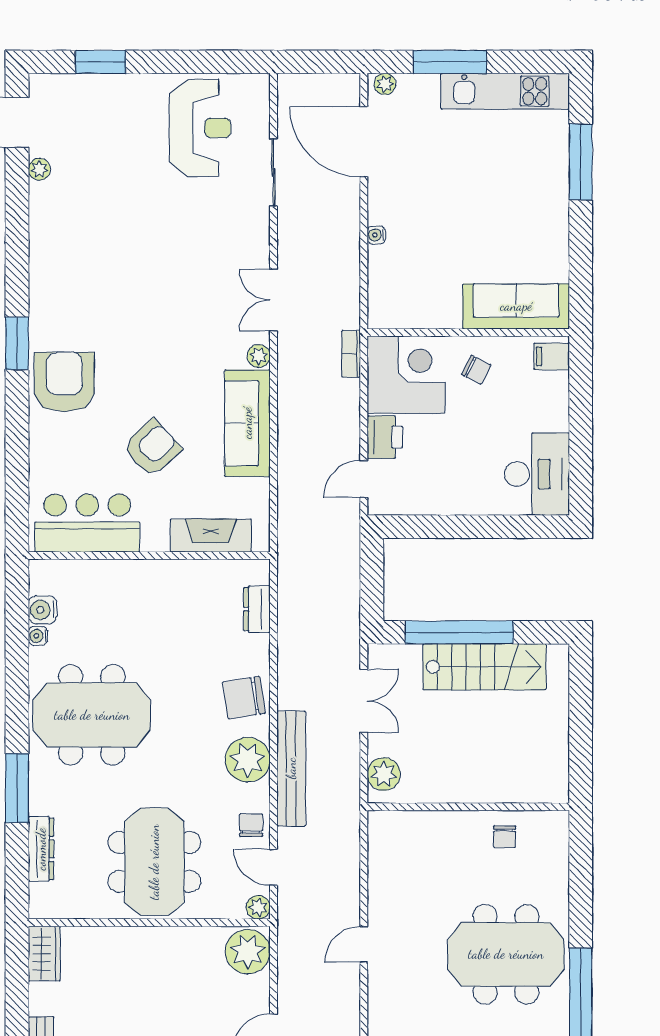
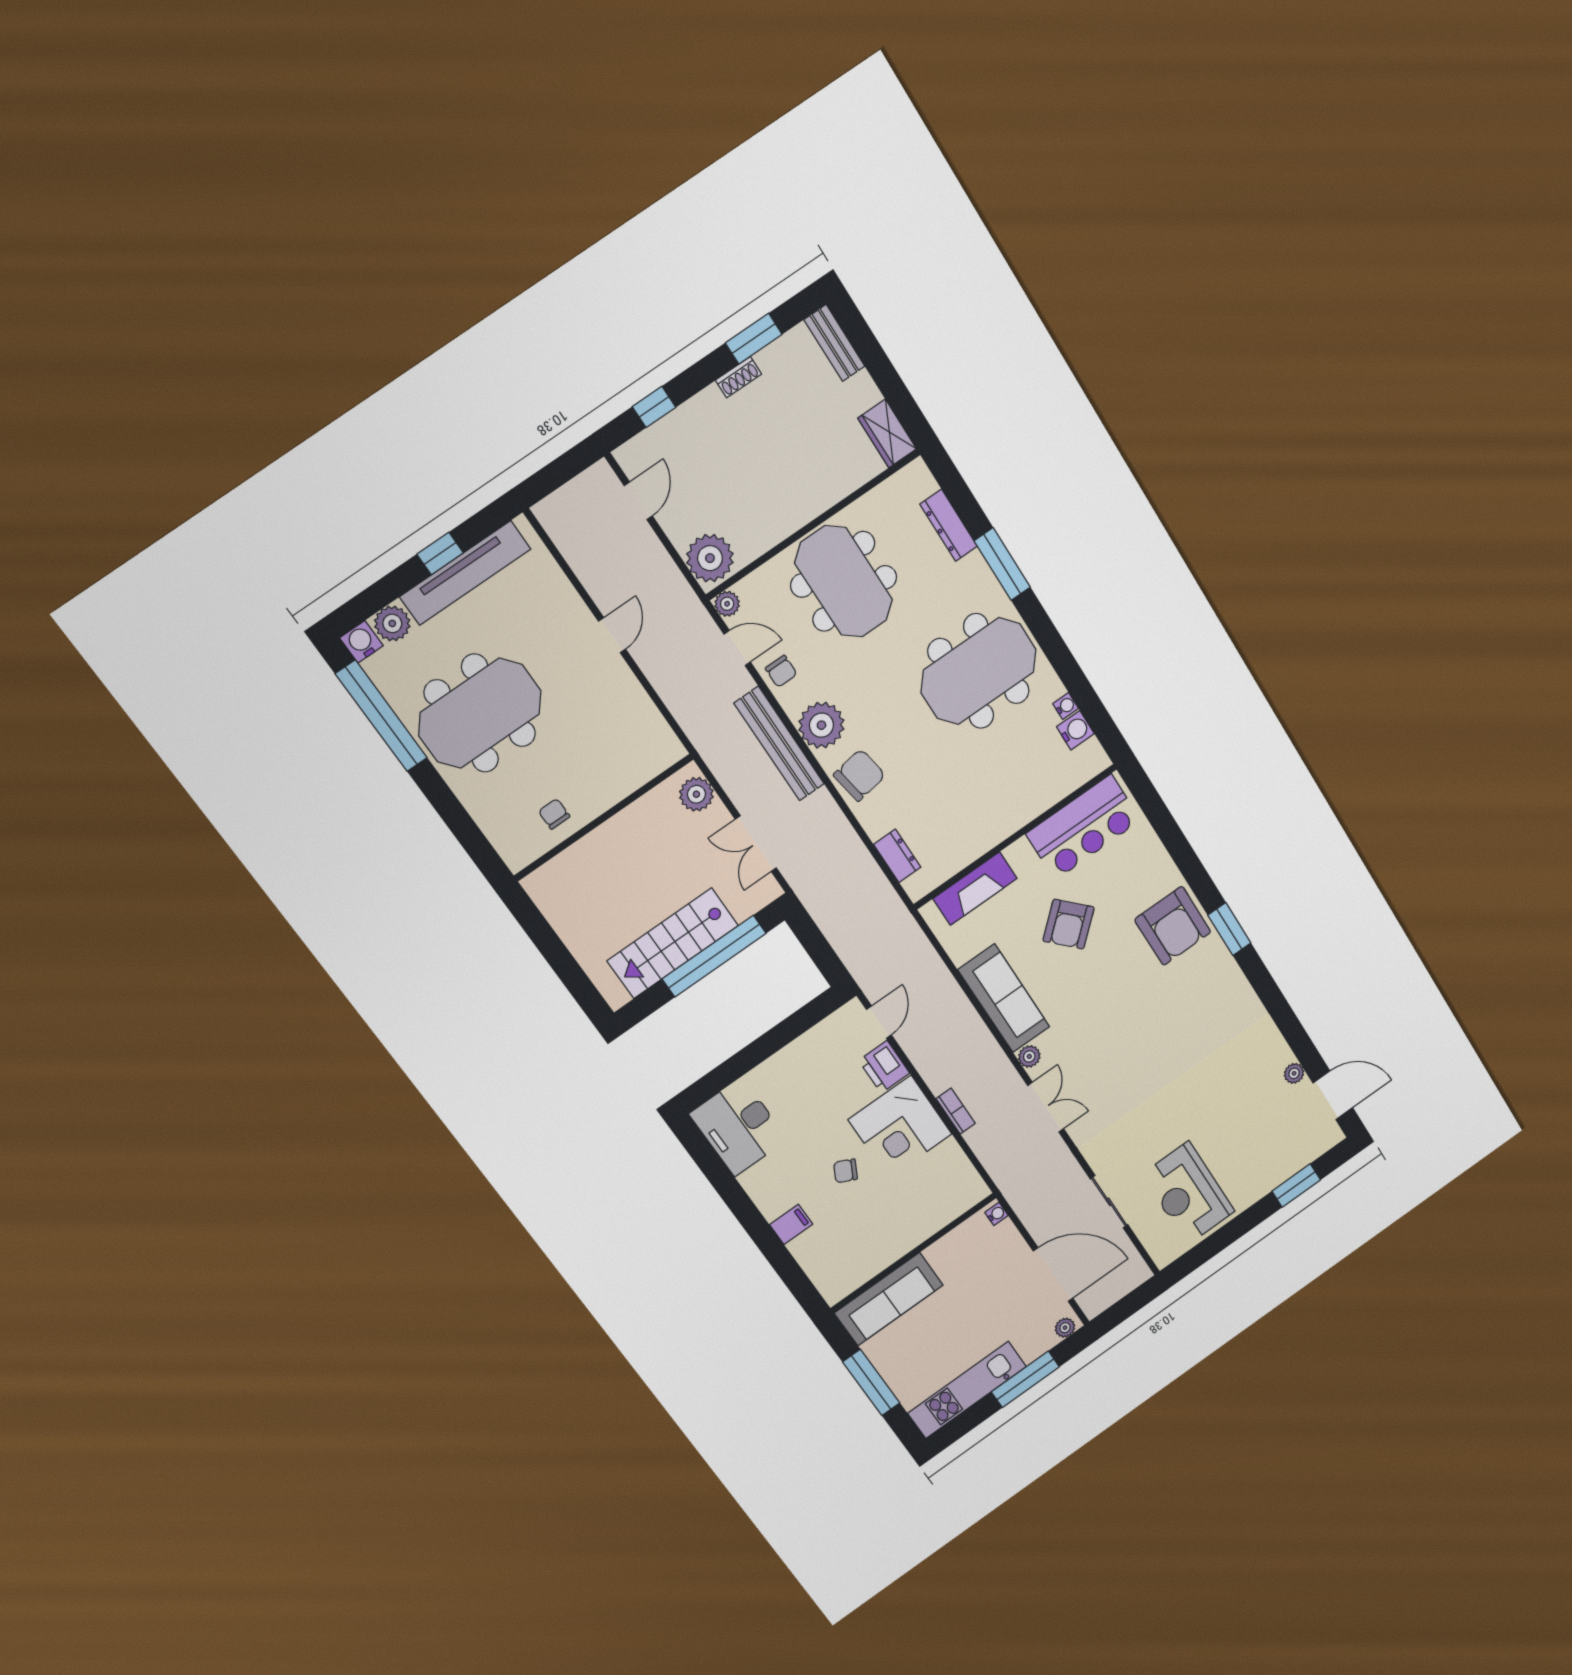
sofa: (516, 306) -> (889, 1299), moved
wall: (468, 332) -> (913, 1253), moved

